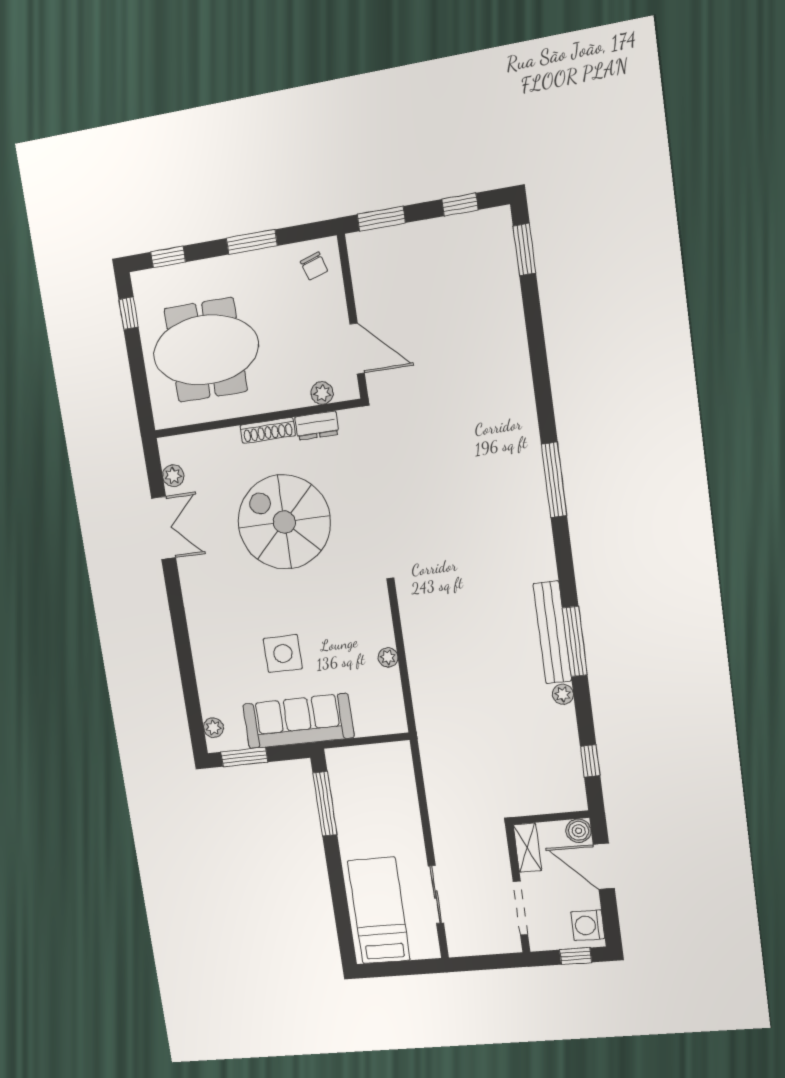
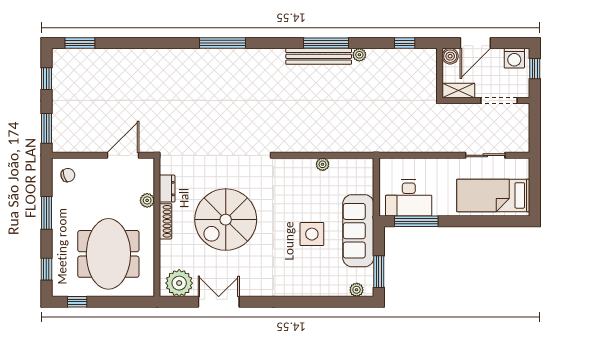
plant: (322, 393) -> (147, 200), moved
plant: (173, 476) -> (179, 283), width x1.88, depth x1.88
desk: (357, 790) -> (409, 198), added

